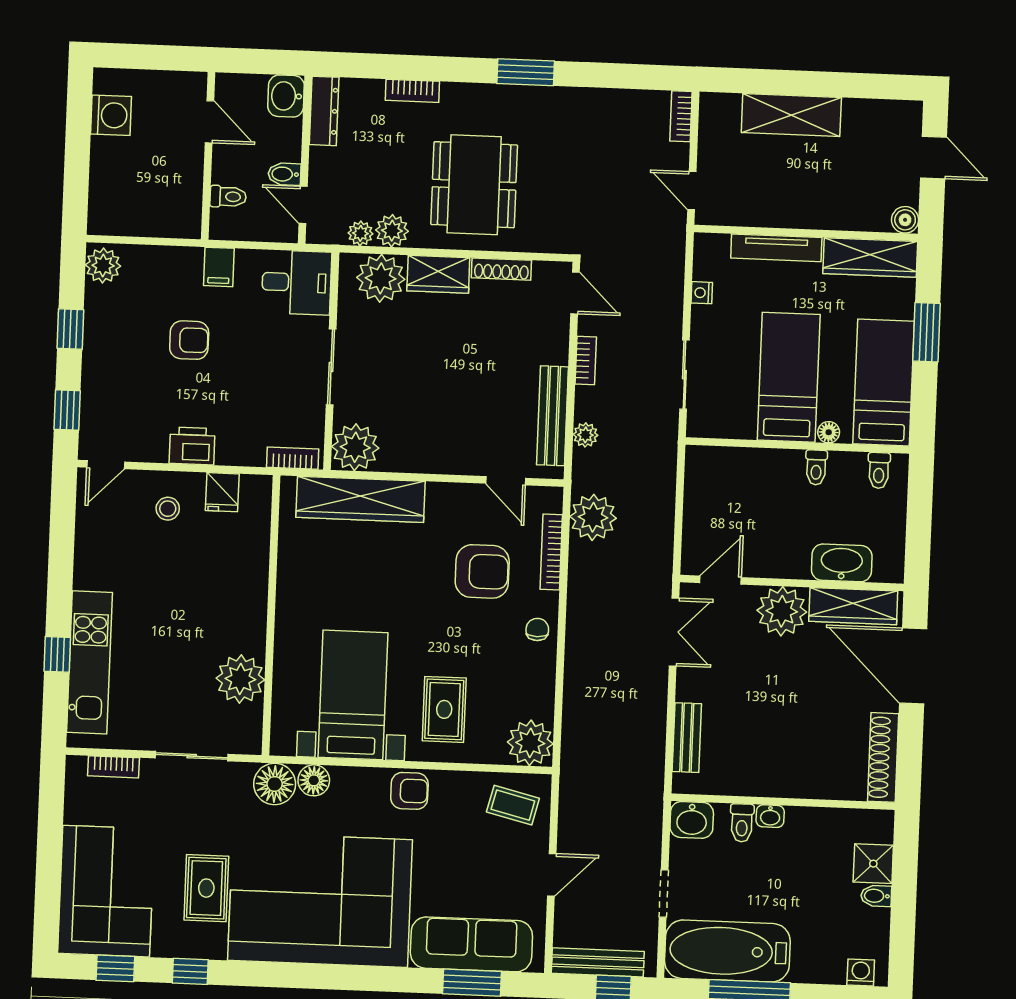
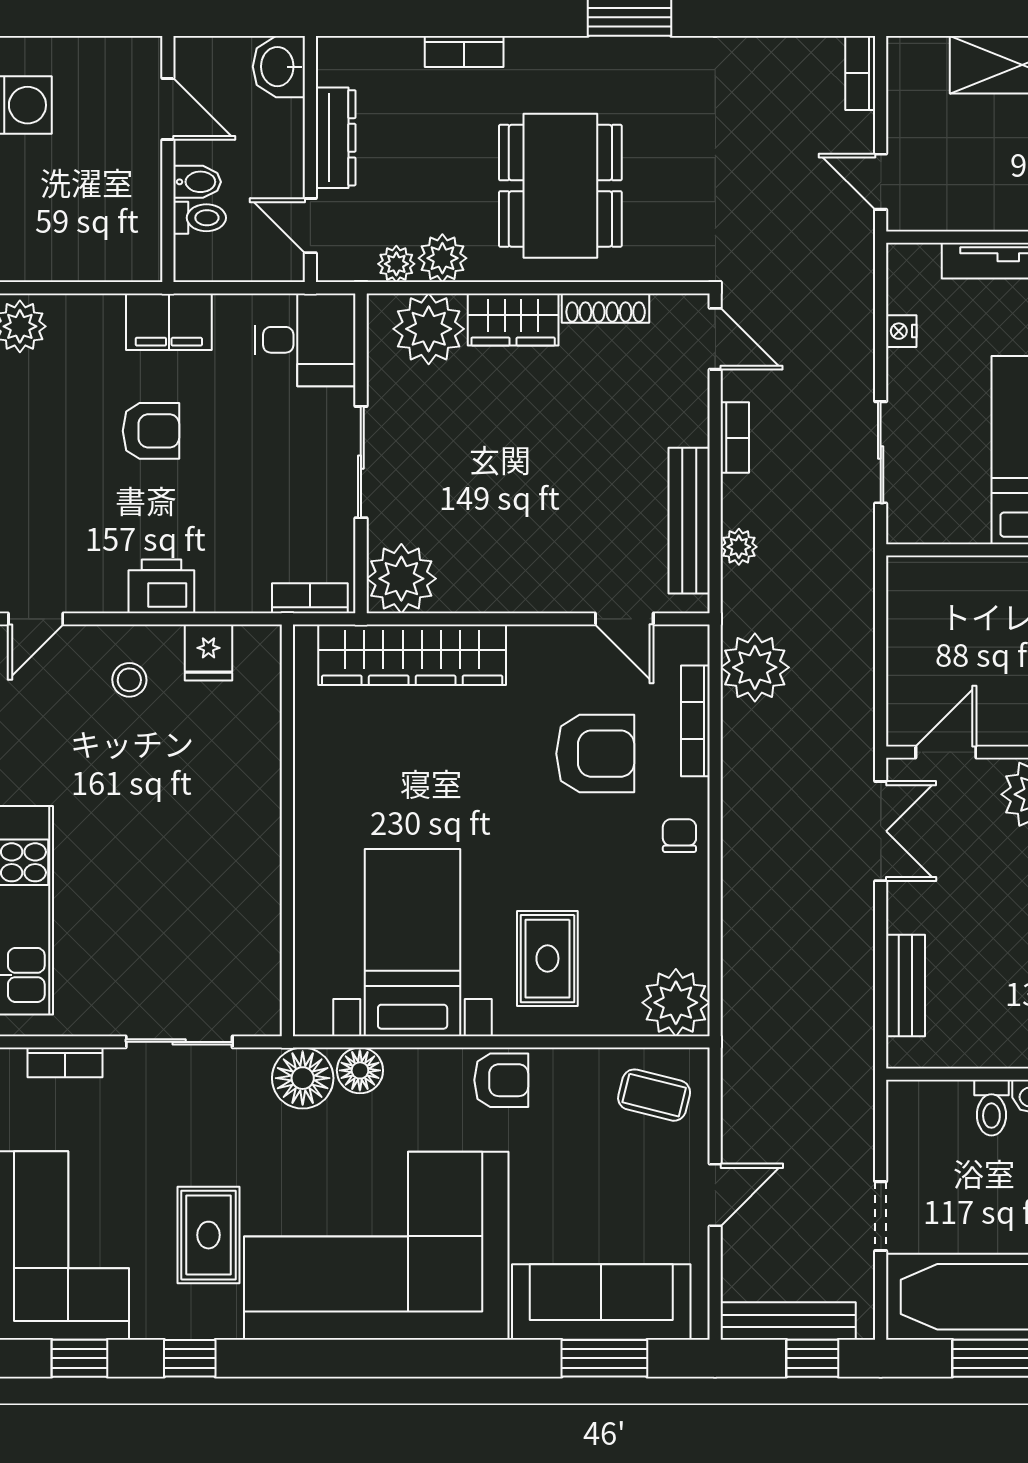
dresser: (324, 111) -> (336, 138), moved
bidet: (284, 174) -> (197, 182), moved, turned 180
filing cabinet: (219, 267) -> (169, 322), width x2.00
plant: (240, 679) -> (246, 926), removed
washbasin: (692, 820) -> (918, 1106), removed

